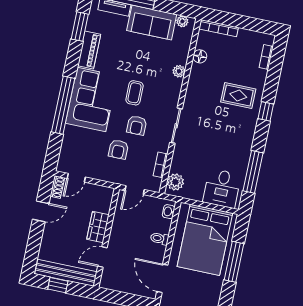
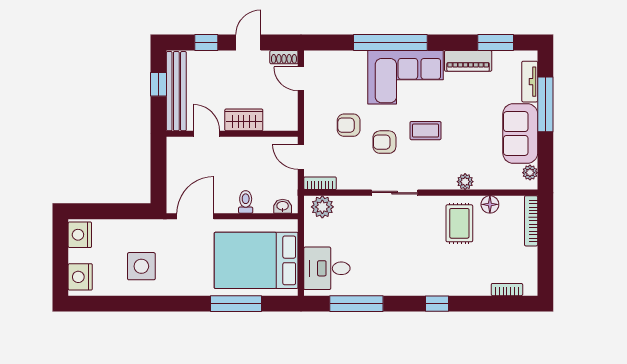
rug: (238, 96) -> (459, 223), moved
bookcase: (160, 165) -> (320, 183), moved
door: (41, 211) -> (248, 42), swing flipped
window: (34, 243) -> (206, 42), added

